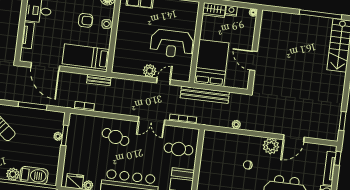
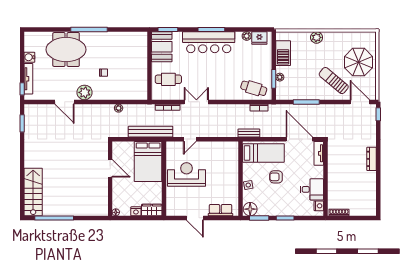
armchair: (86, 20) -> (276, 177), moved
tv unit: (28, 35) -> (319, 153), moved
plant: (150, 71) -> (204, 147), removed
cafe table: (116, 137) -> (254, 88), moved
door: (294, 138) -> (65, 102), swing flipped
barbecue: (34, 175) -> (283, 53), moved, turned -90

